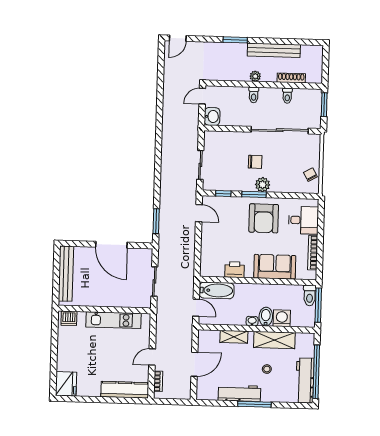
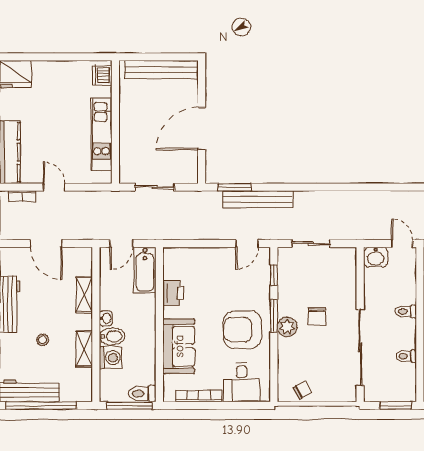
bench: (166, 204) -> (258, 199), added
shelving: (274, 340) -> (84, 349), width x0.67, depth x0.75

